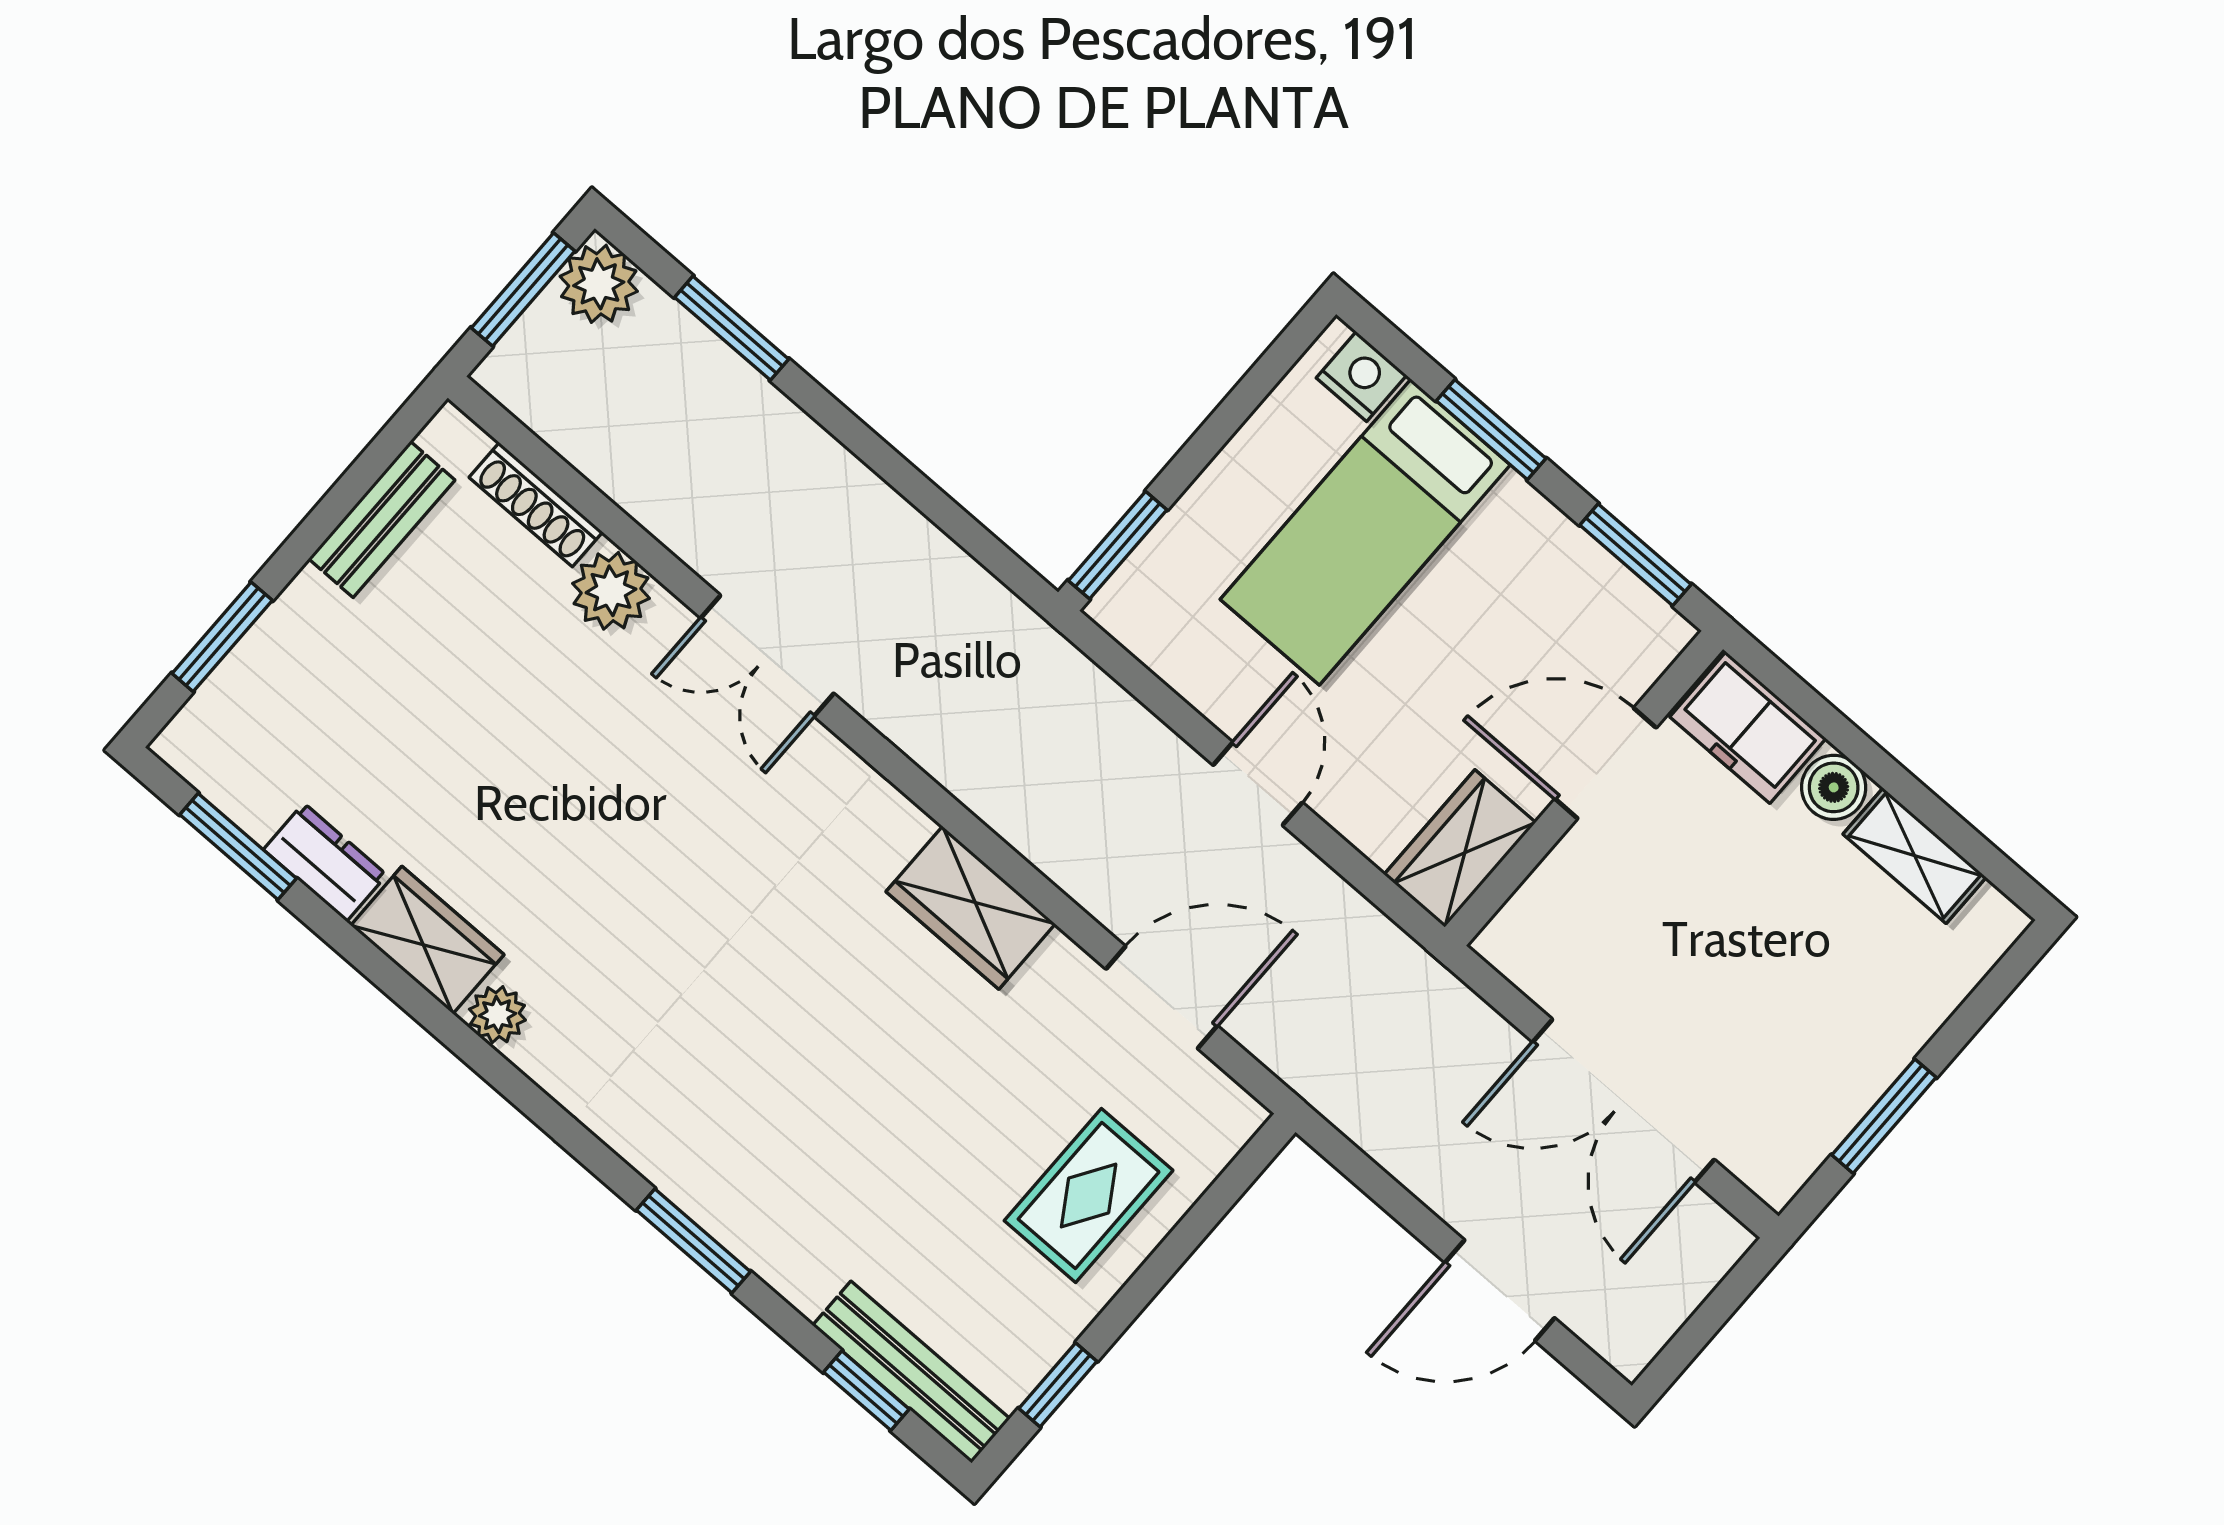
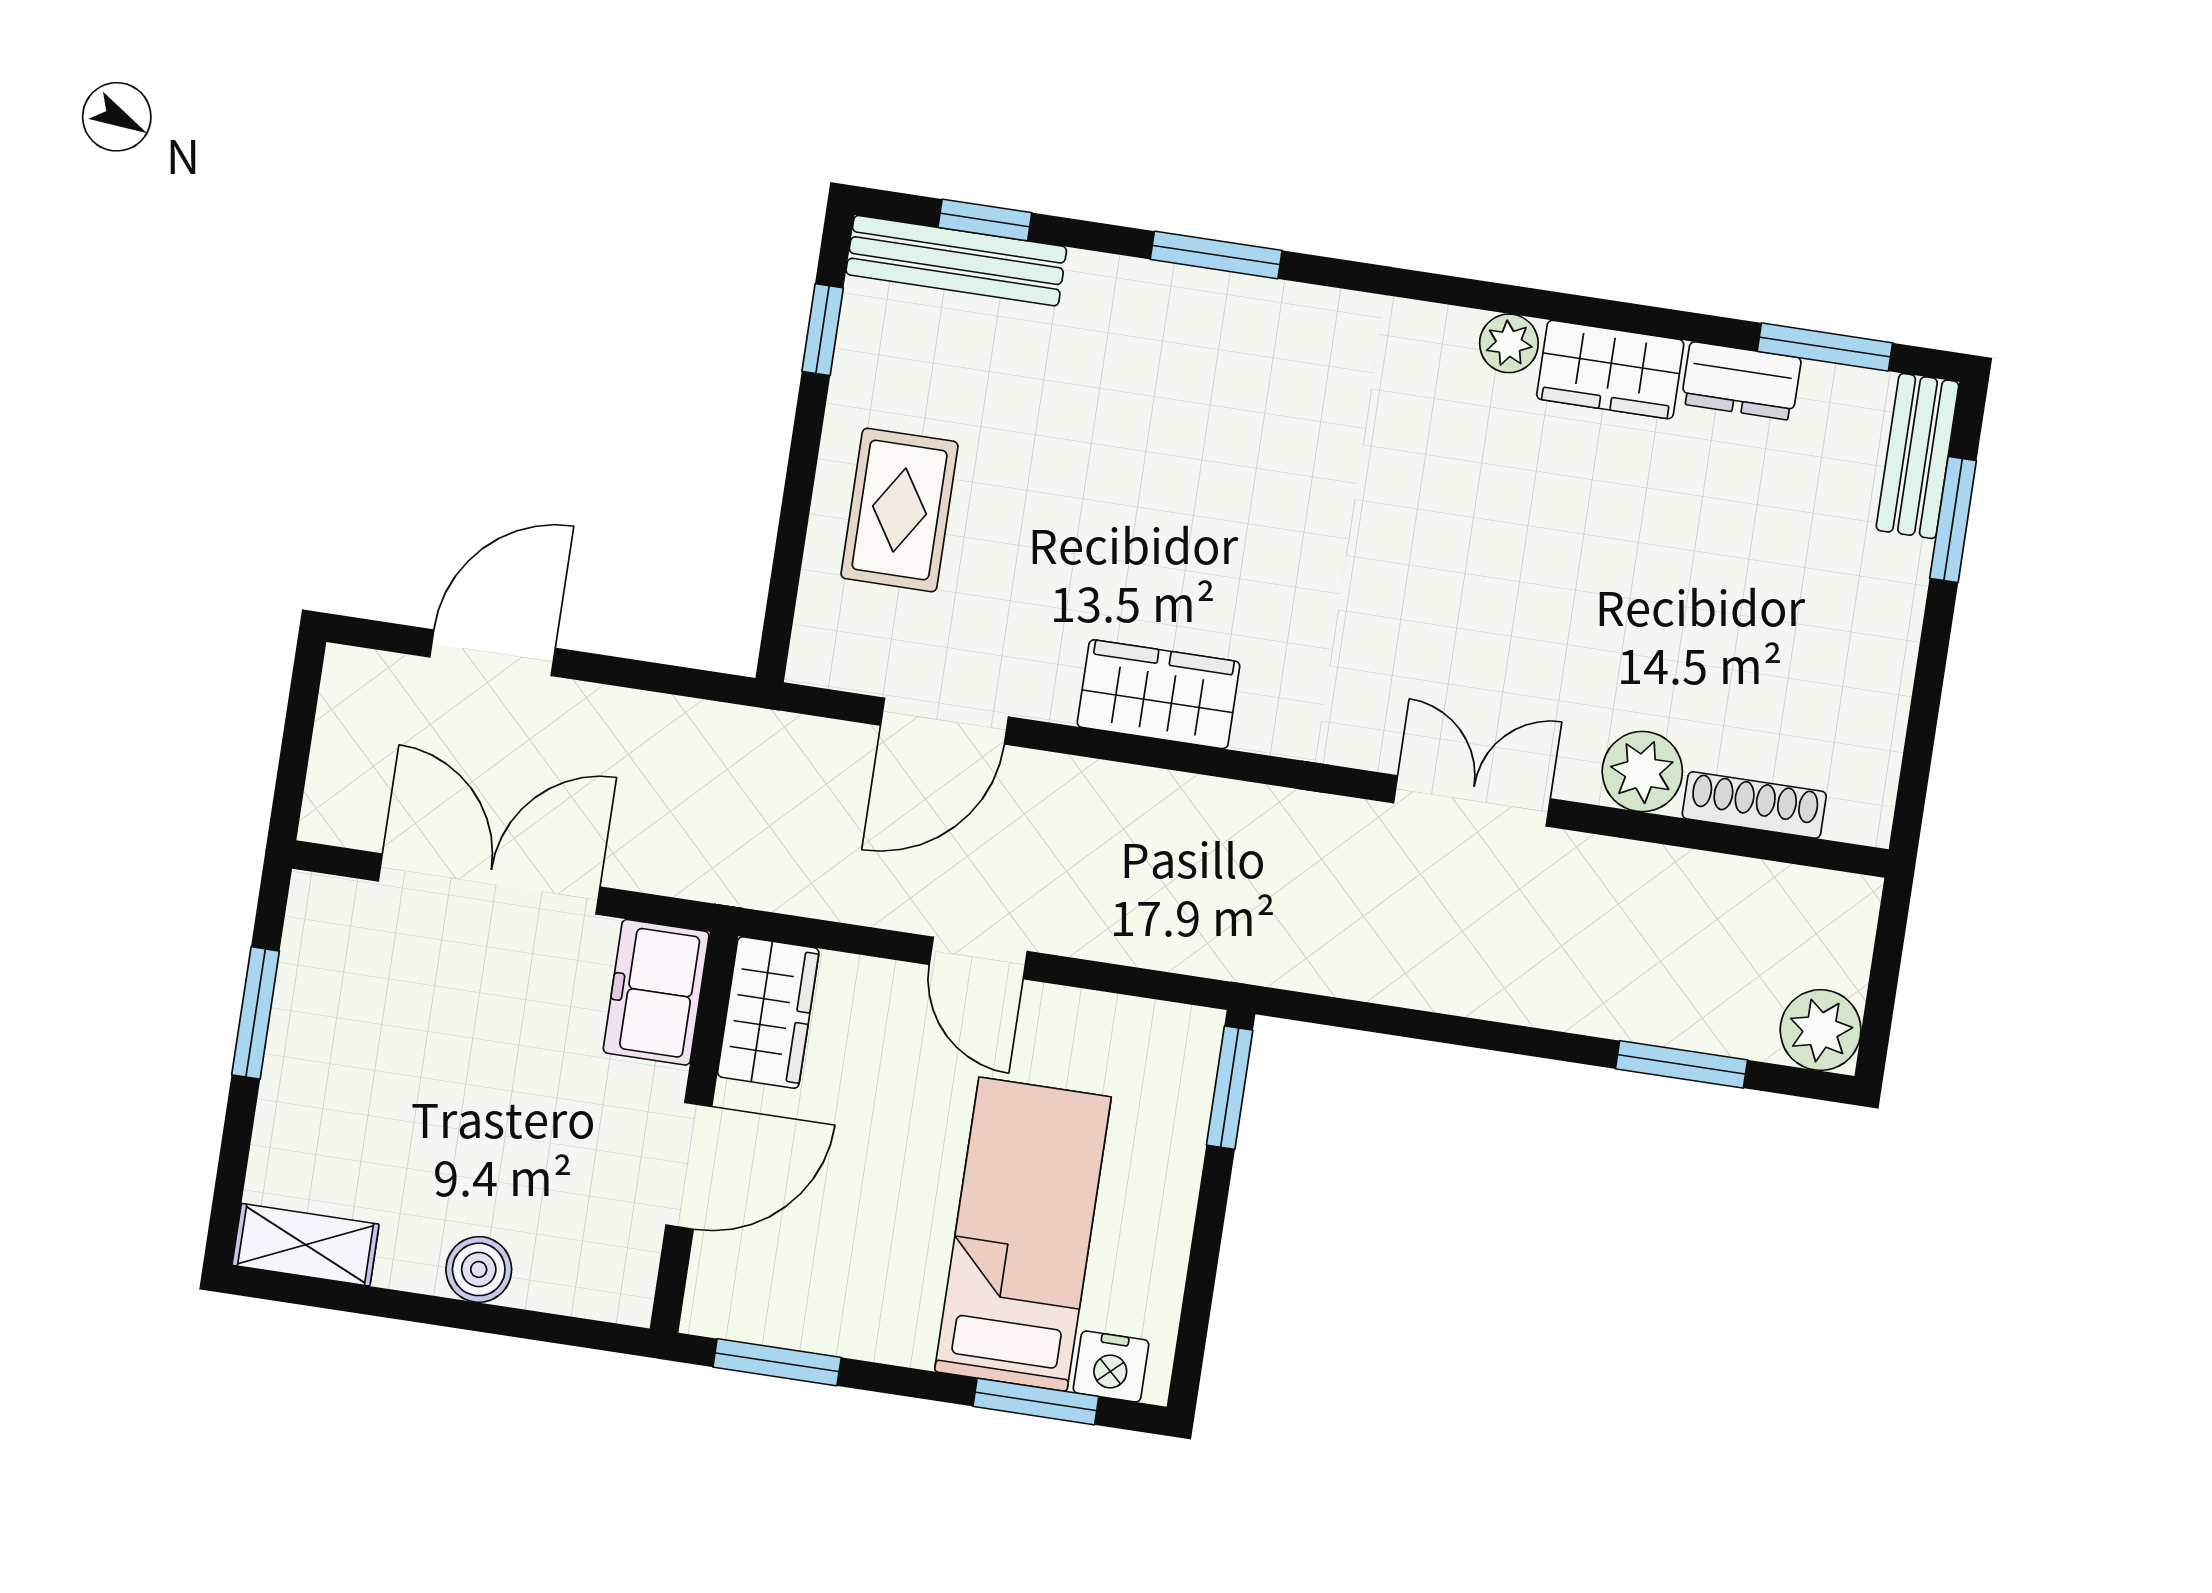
window: (523, 289) -> (1883, 984), removed
window: (1491, 430) -> (1036, 1401), moved
bench: (382, 519) -> (1918, 456), moved
freezer: (1748, 728) -> (656, 992), moved, turned -90
shelving: (1915, 856) -> (306, 1245), moved

